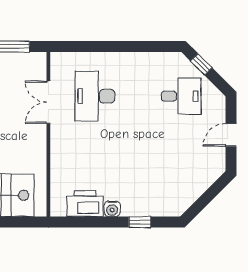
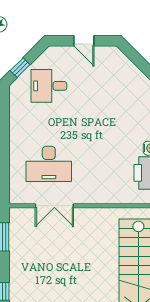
desk: (181, 96) -> (49, 86), turned -90

